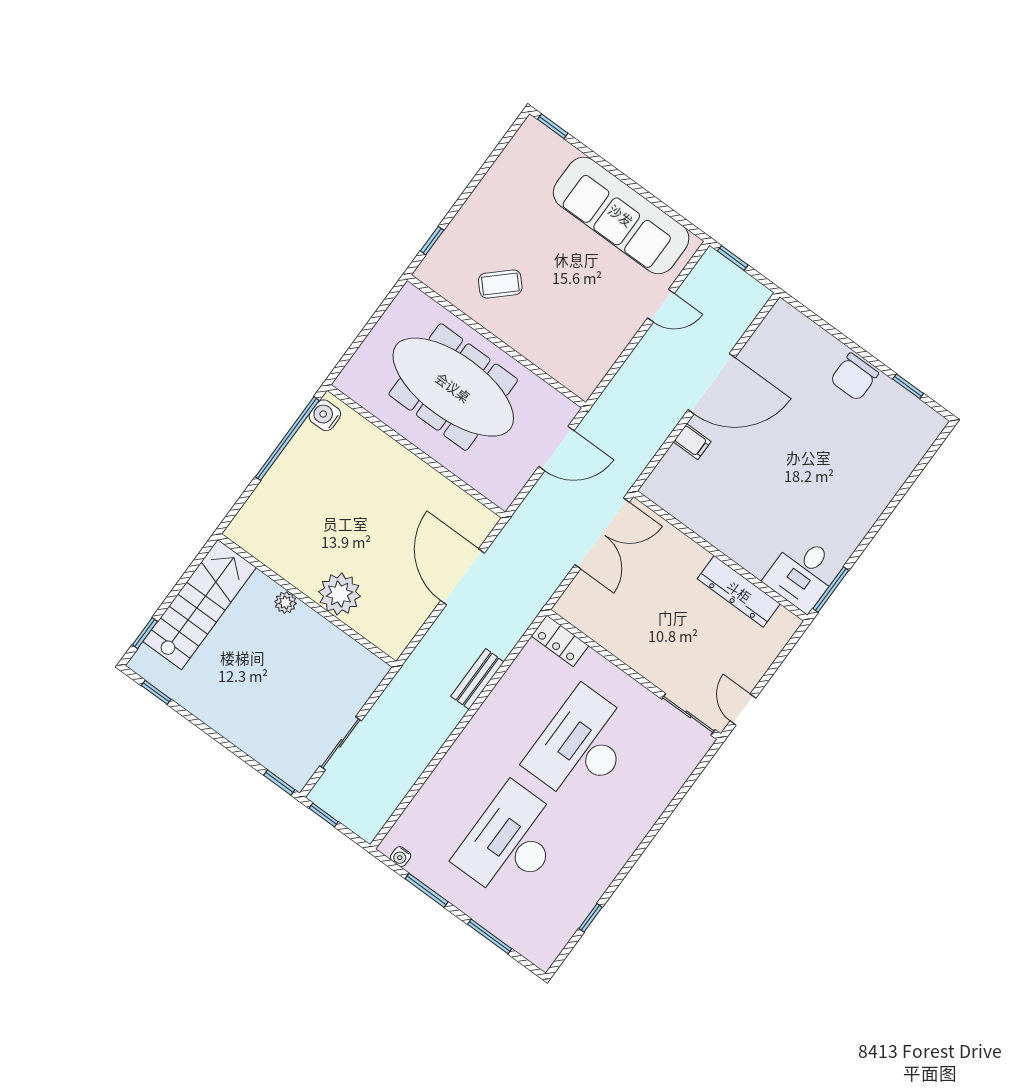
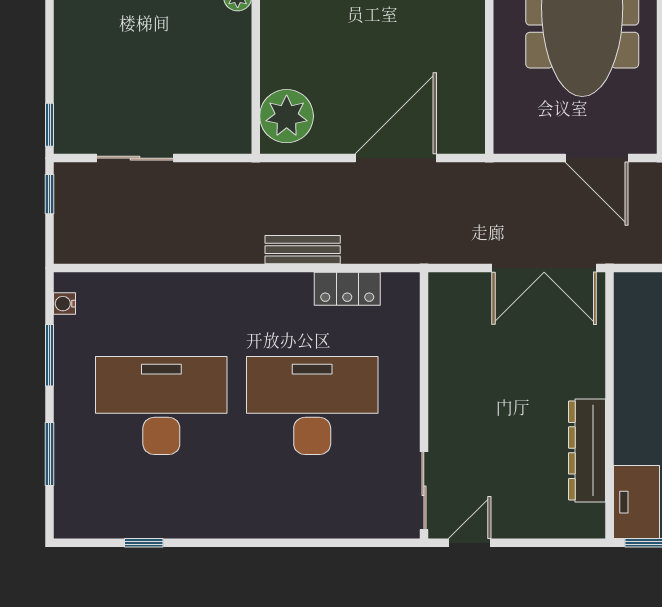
plant: (340, 594) -> (287, 116), moved
locker: (560, 641) -> (347, 289), moved, turned -90

